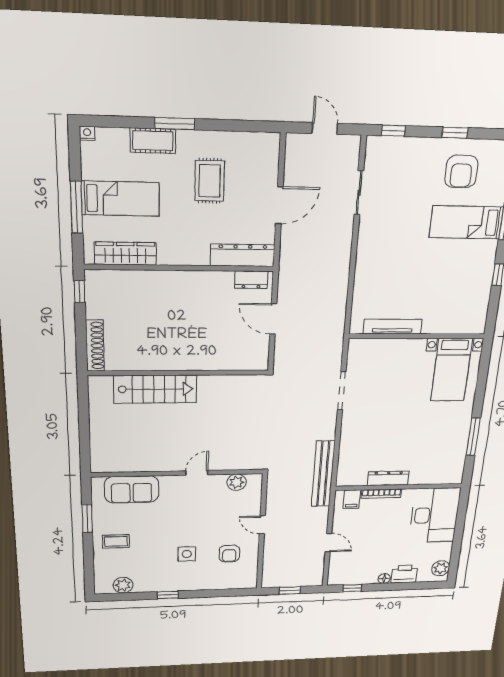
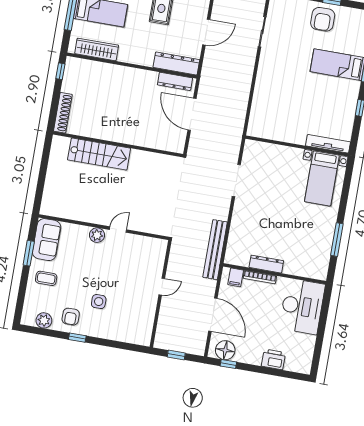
armchair: (461, 172) -> (323, 19), moved
dresser: (251, 280) -> (175, 81), width x1.44
door: (273, 319) -> (192, 114), width x1.36
tv unit: (393, 327) -> (328, 144), moved
plant: (237, 482) -> (97, 235), moved
sofa: (132, 489) -> (47, 240), moved, turned -90
door: (262, 525) -> (162, 287), swing flipped
door: (328, 543) -> (213, 315), width x1.87
armchair: (229, 554) -> (71, 317), moved
plant: (441, 568) -> (305, 360), removed
floor lamp: (384, 578) -> (225, 350), moved, width x1.89, depth x1.89

